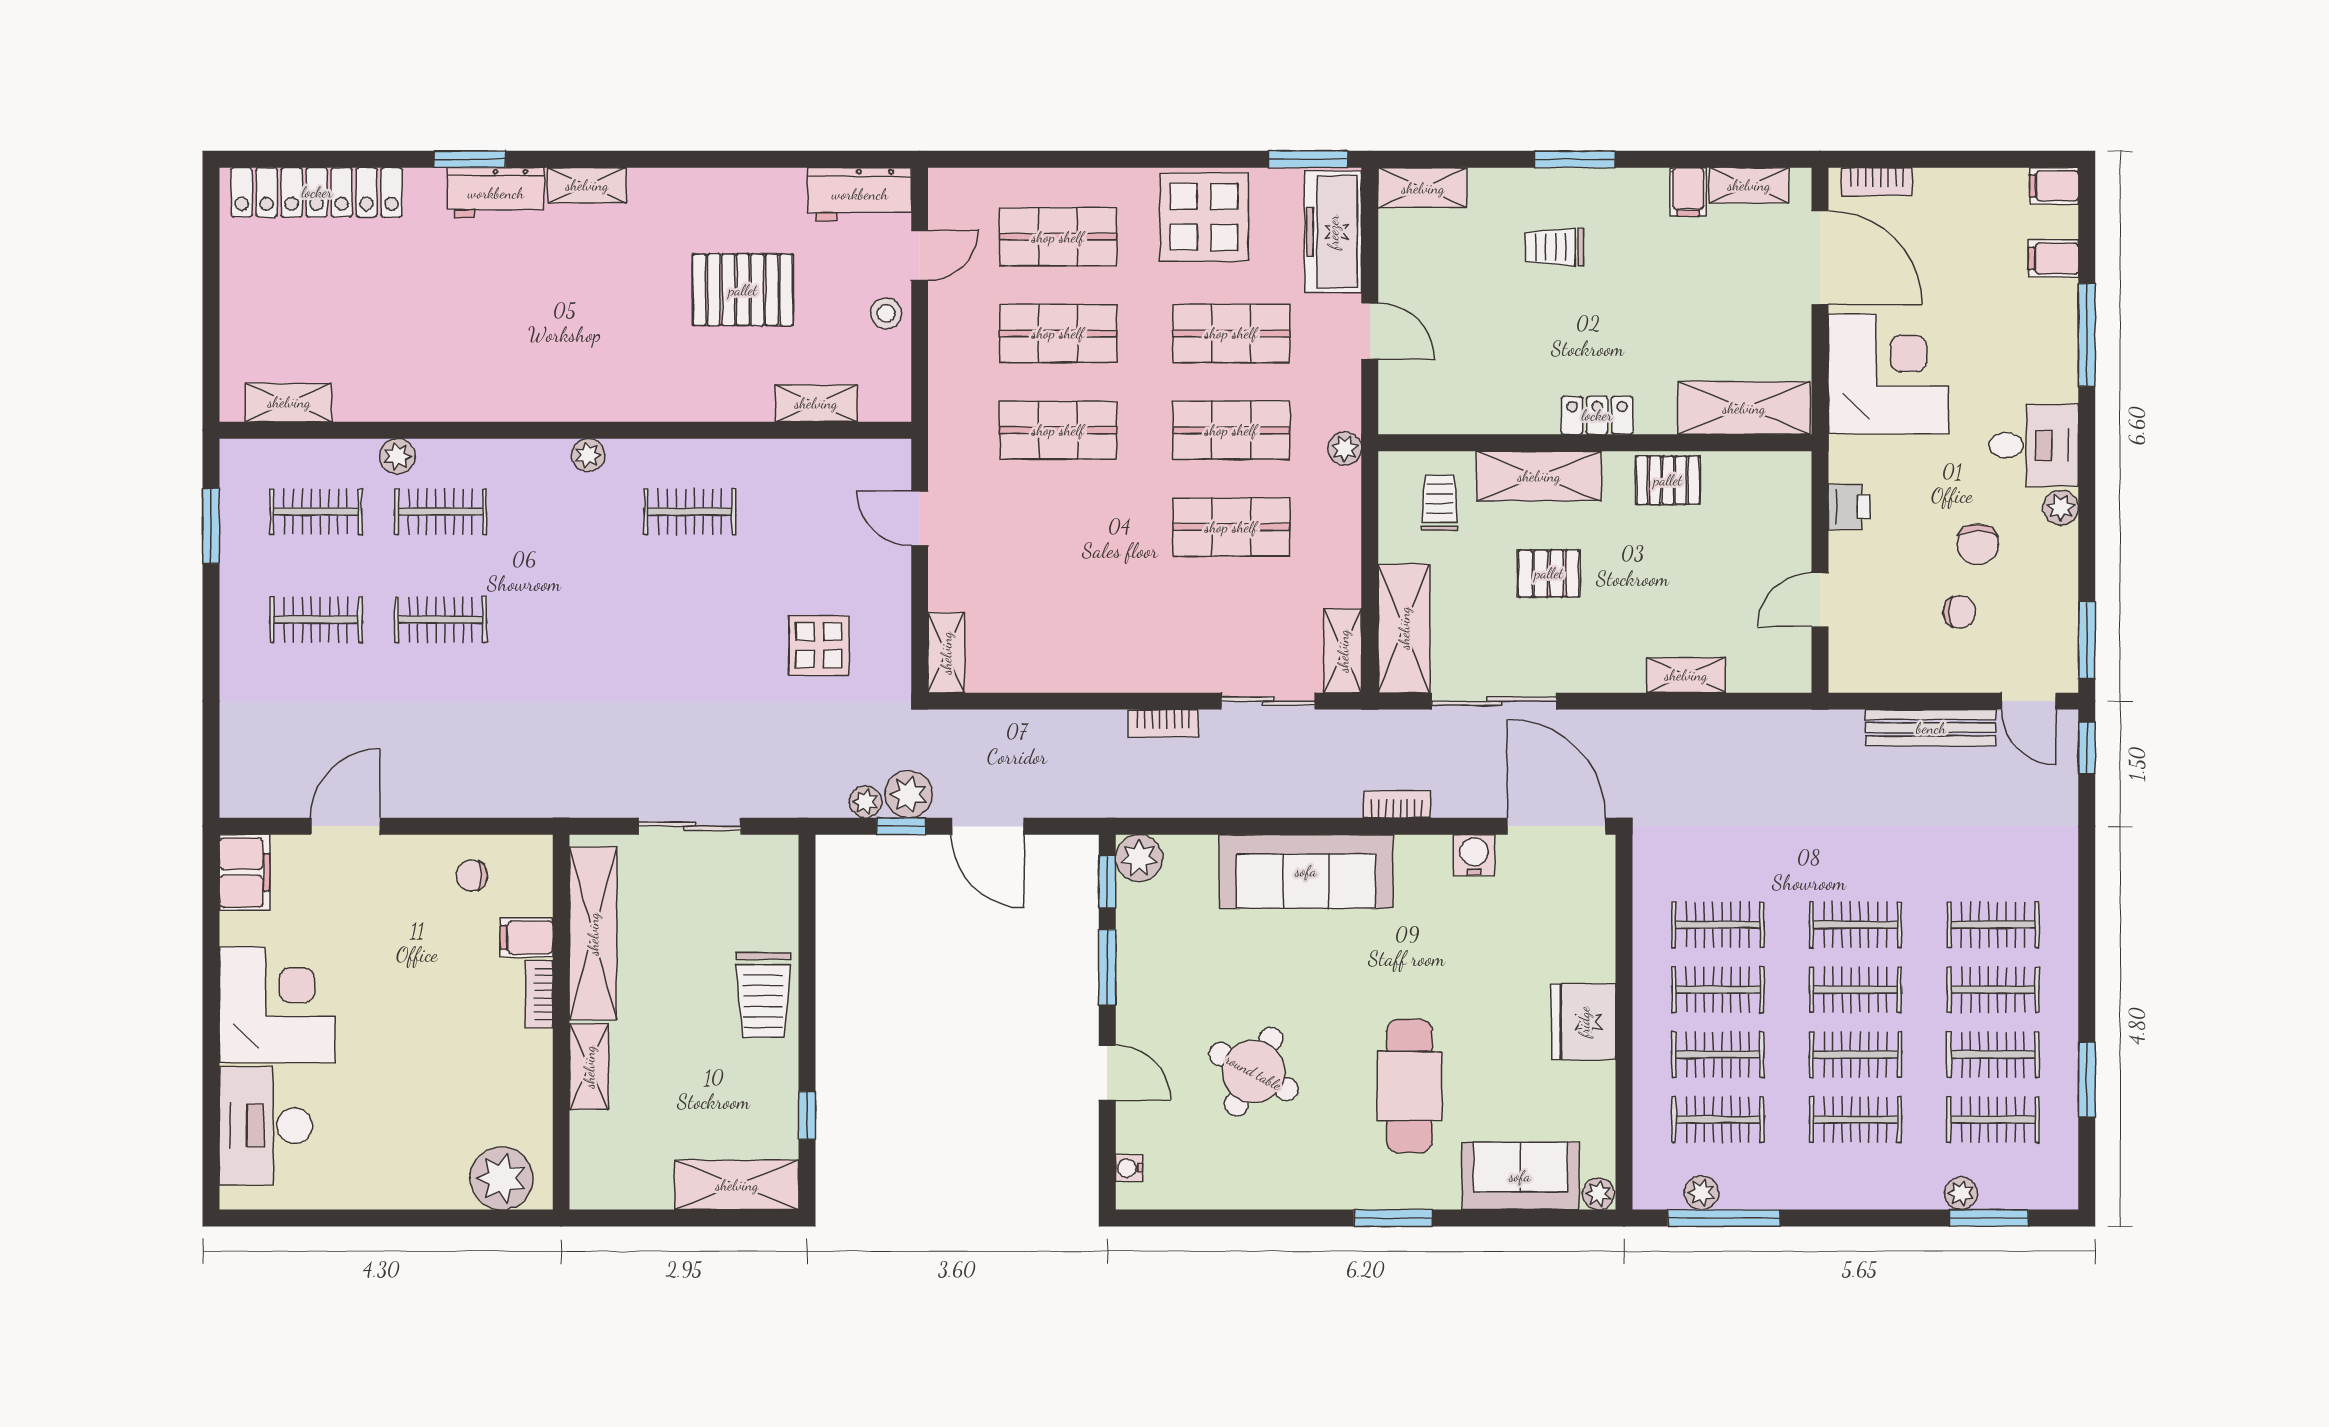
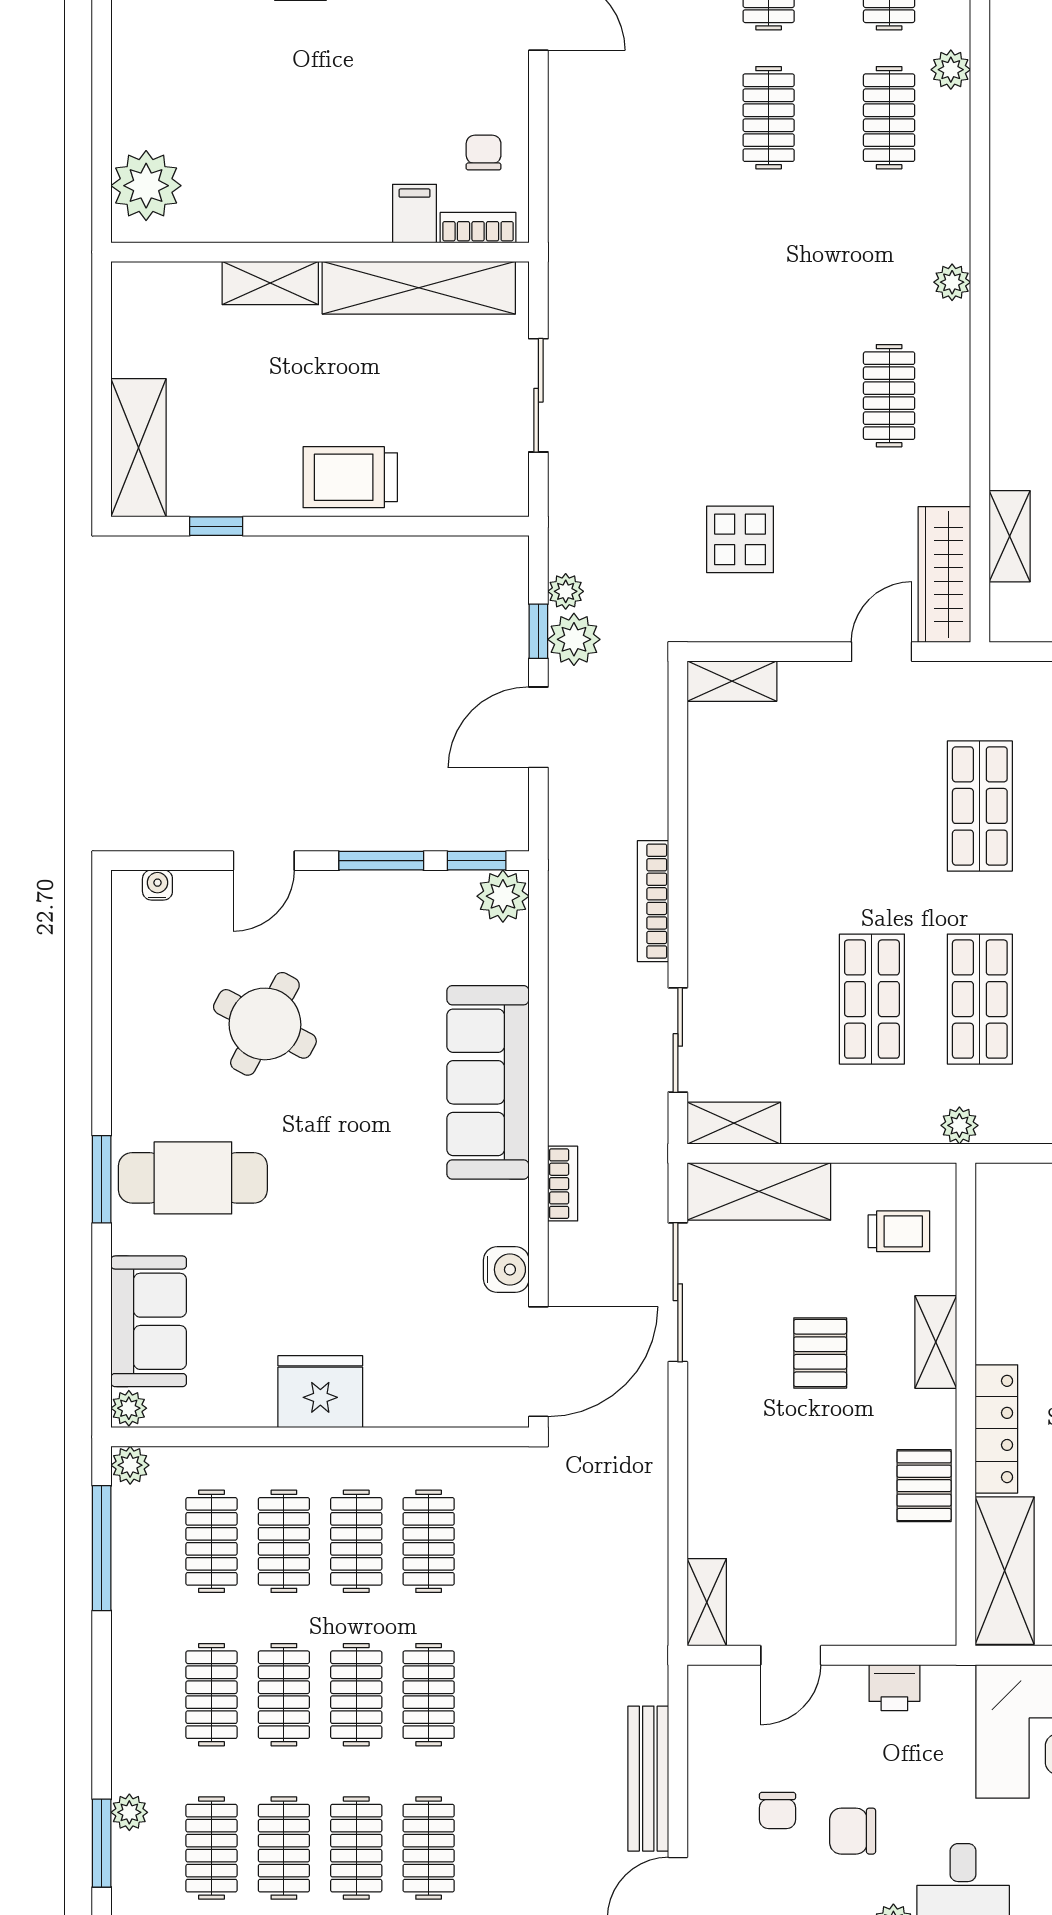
locker: (1597, 415) -> (996, 1429), width x1.53
wardrobe: (850, 462) -> (944, 575), added
shelving: (1539, 476) -> (936, 1342), width x0.67, depth x0.75
door: (1820, 600) -> (791, 1655), swing flipped
shelving: (1686, 675) -> (707, 1602), moved
bookcase: (1163, 723) -> (653, 901), width x1.56
bookcase: (539, 994) -> (478, 228), moved
cafe table: (1409, 1086) -> (193, 1178), moved
plant: (1701, 1193) -> (130, 1465), moved

